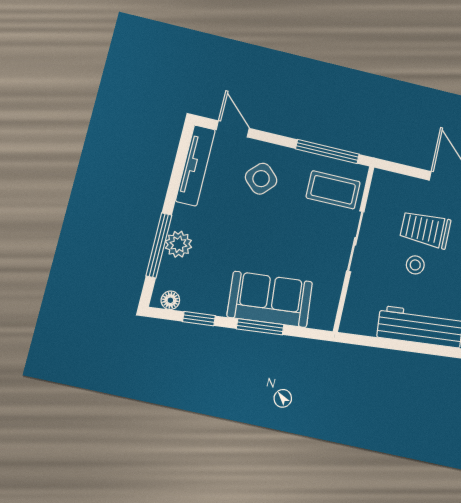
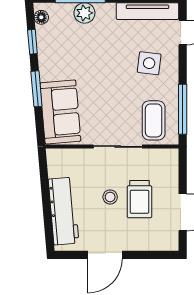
side table: (261, 179) -> (149, 63), turned -37
trolley: (425, 229) -> (139, 199), turned 180
sofa: (270, 299) -> (60, 112), moved

